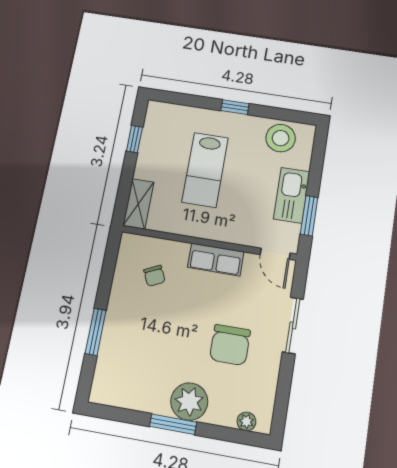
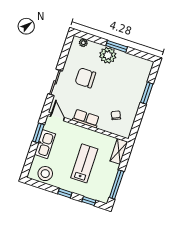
window: (185, 100) -> (89, 201), added
window: (134, 139) -> (117, 184), width x2.17
chair: (230, 345) -> (85, 78), turned -90

